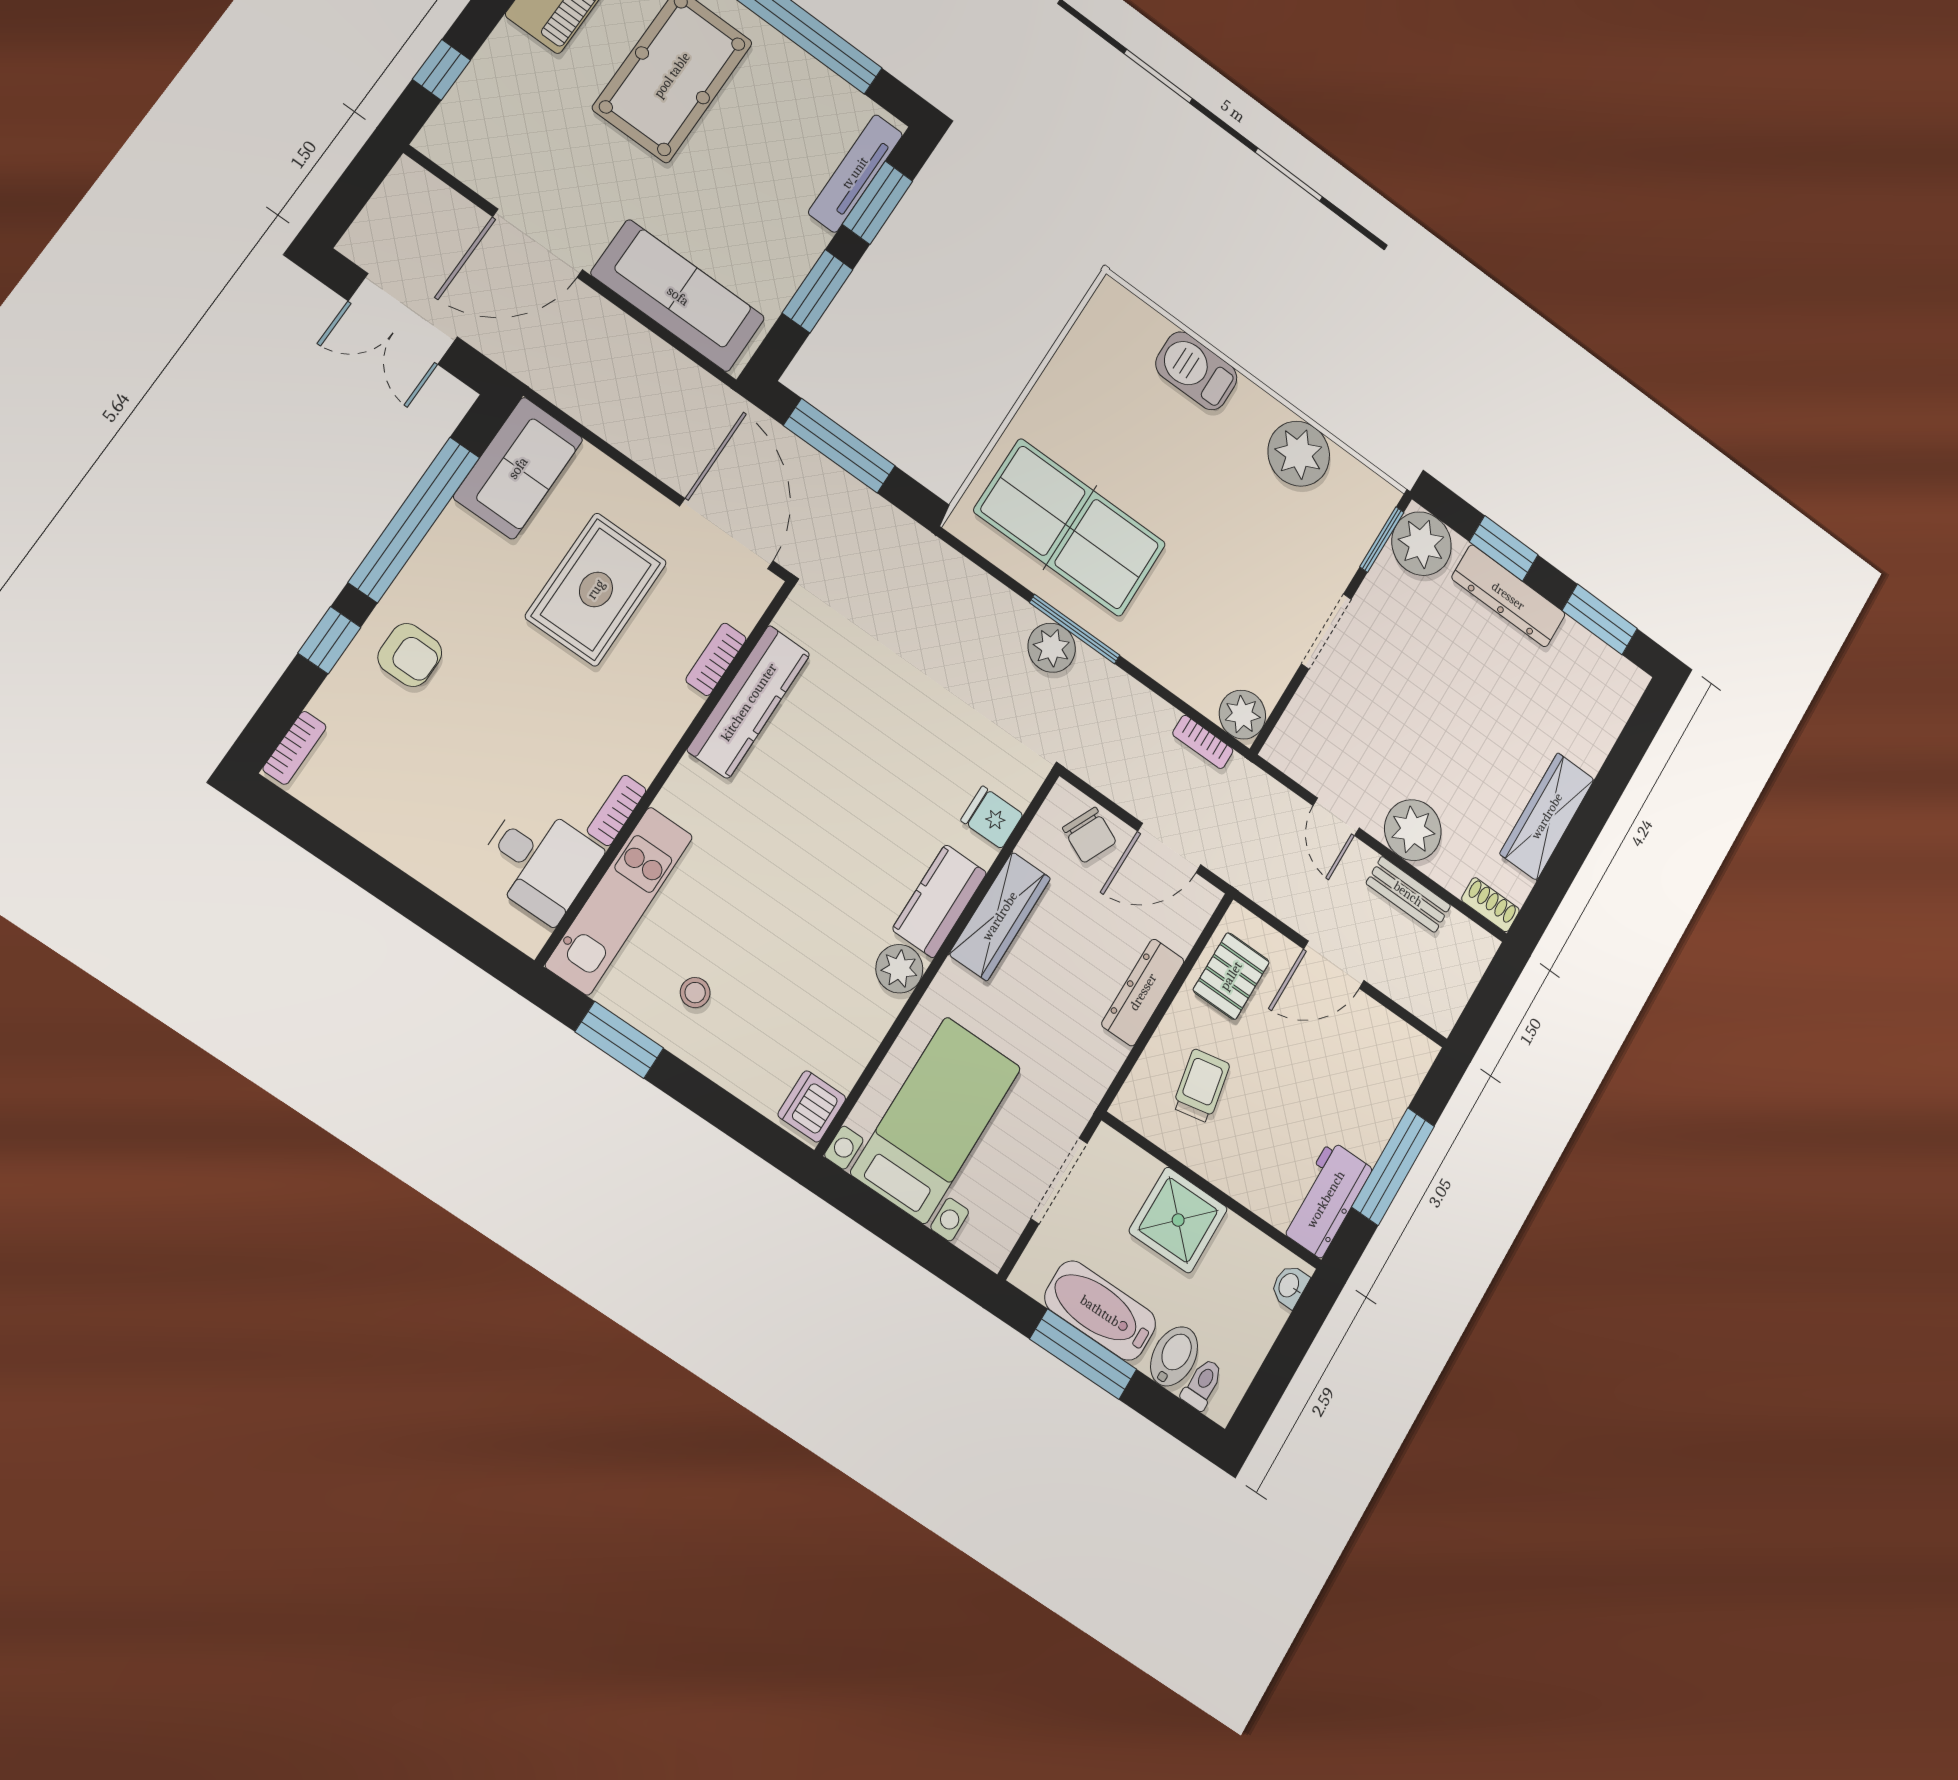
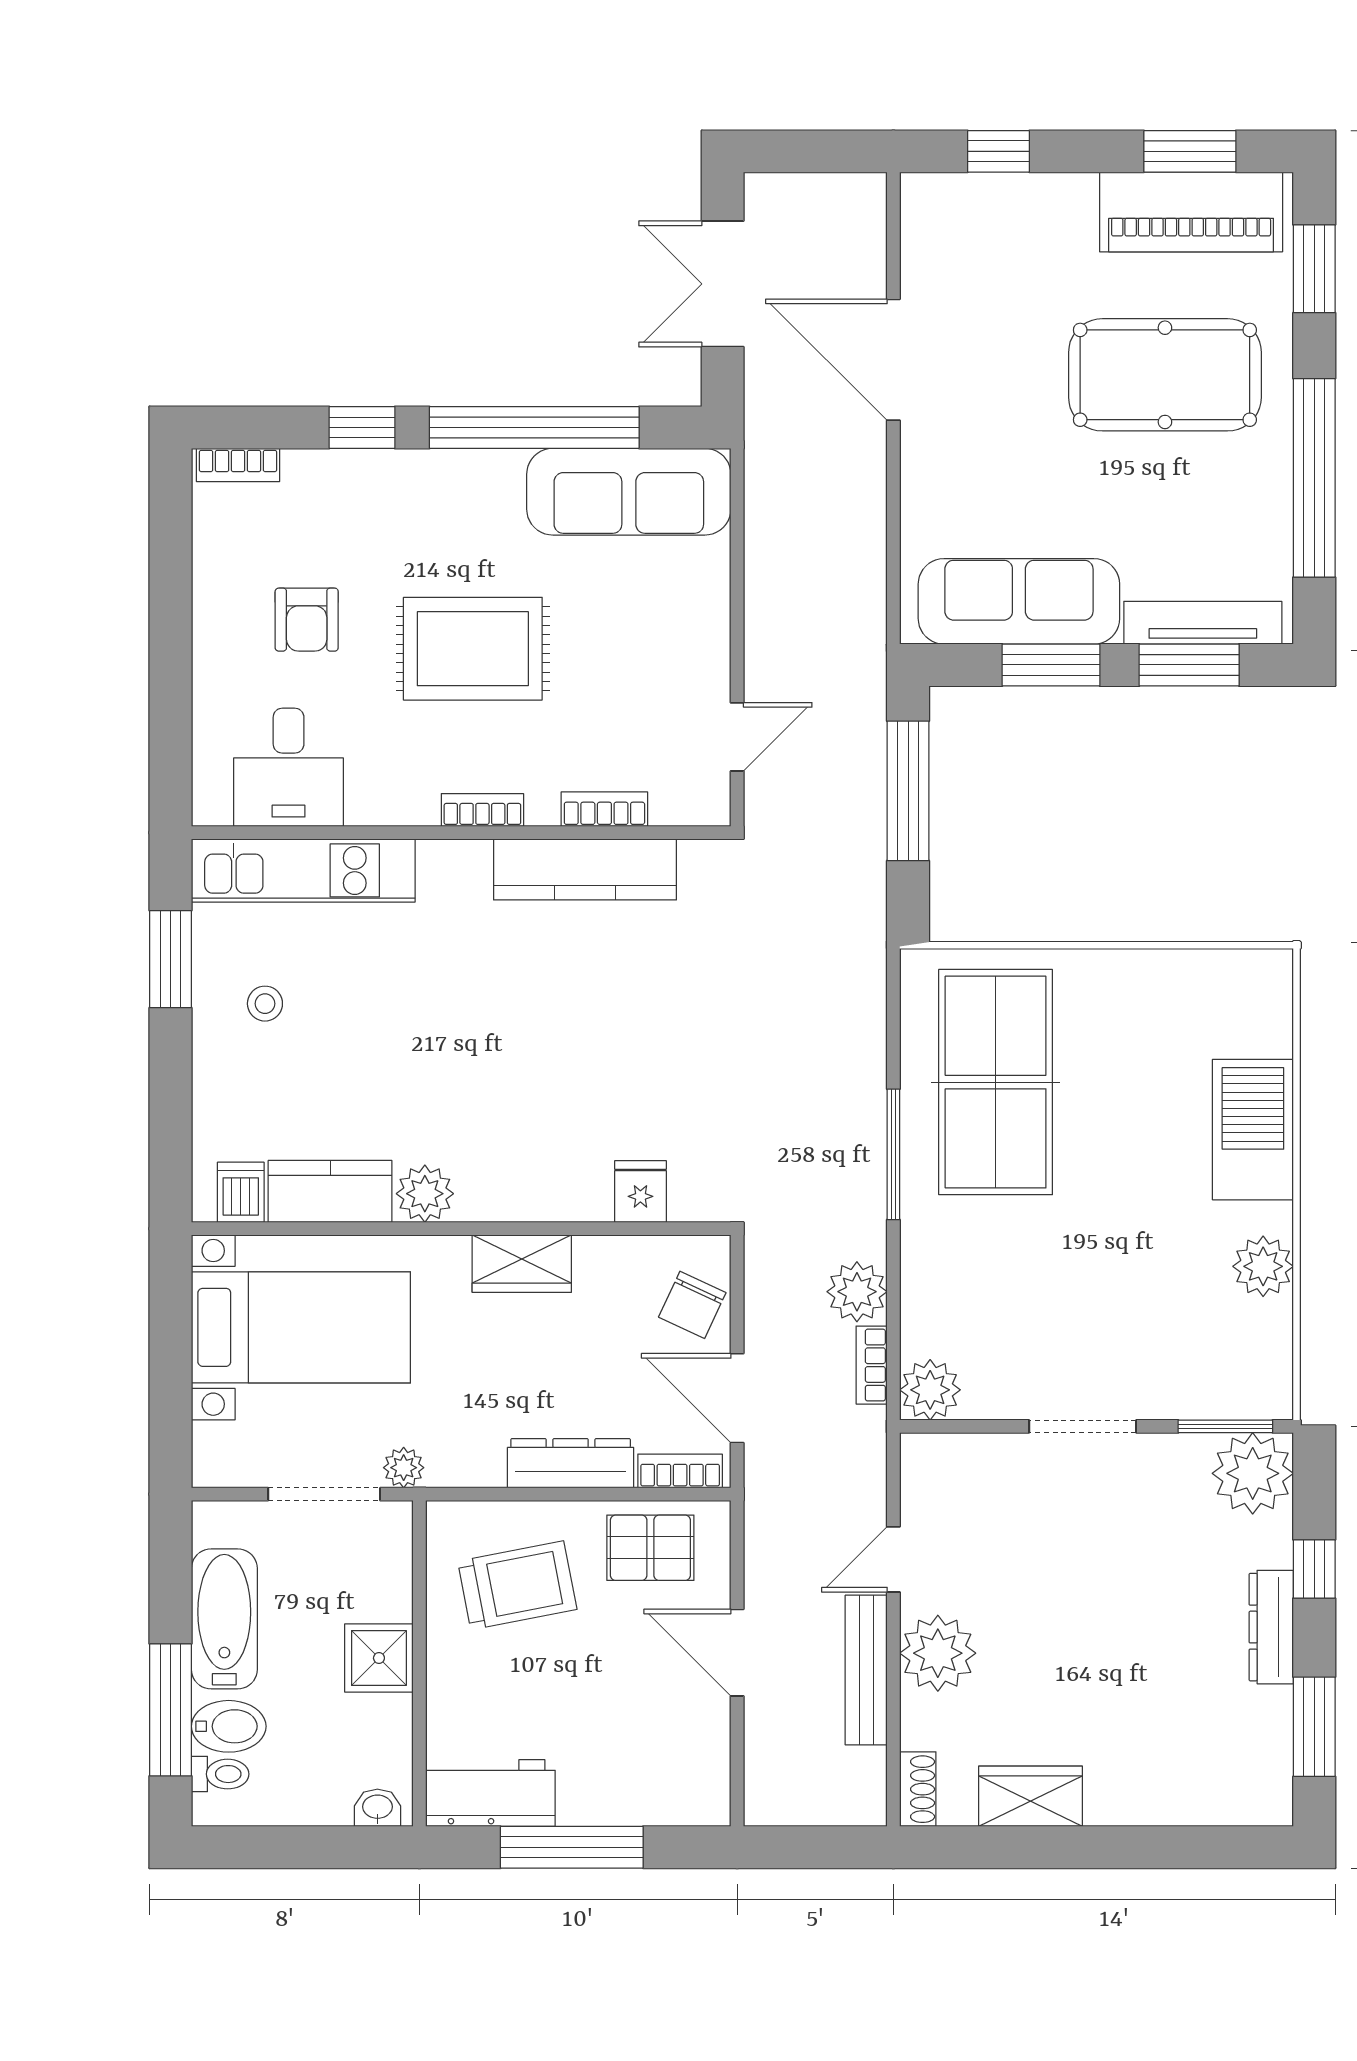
sofa: (678, 296) -> (1019, 601), moved, turned -90
barbecue: (1196, 371) -> (1253, 1130), width x1.37, depth x1.21
plant: (1299, 454) -> (1263, 1266), width x0.73, depth x0.73
sofa: (518, 468) -> (629, 492), width x1.36
door: (726, 534) -> (737, 737), width x0.53
window: (1504, 548) -> (1314, 1569), width x0.67
rug: (596, 589) -> (473, 649), moved
dresser: (1508, 596) -> (1271, 1627), width x0.73, depth x0.80
plant: (1052, 648) -> (857, 1292), moved
armchair: (410, 655) -> (307, 620), moved
bookcase: (617, 810) -> (482, 810), moved
wardrobe: (1547, 816) -> (1031, 1796), width x0.67
bench: (1408, 894) -> (866, 1670), width x1.36
kitchen counter: (939, 901) -> (330, 1191), moved
wardrobe: (1000, 916) -> (522, 1264), width x0.67
bookcase: (1193, 920) -> (680, 1471), added
trolley: (1201, 1086) -> (517, 1585), width x1.36, depth x1.39
dishwasher: (812, 1106) -> (241, 1192), width x0.73
plant: (1075, 1112) -> (404, 1468), added
shower: (1178, 1220) -> (379, 1658), width x0.73, depth x0.73
window: (1083, 1354) -> (170, 1710), moved

